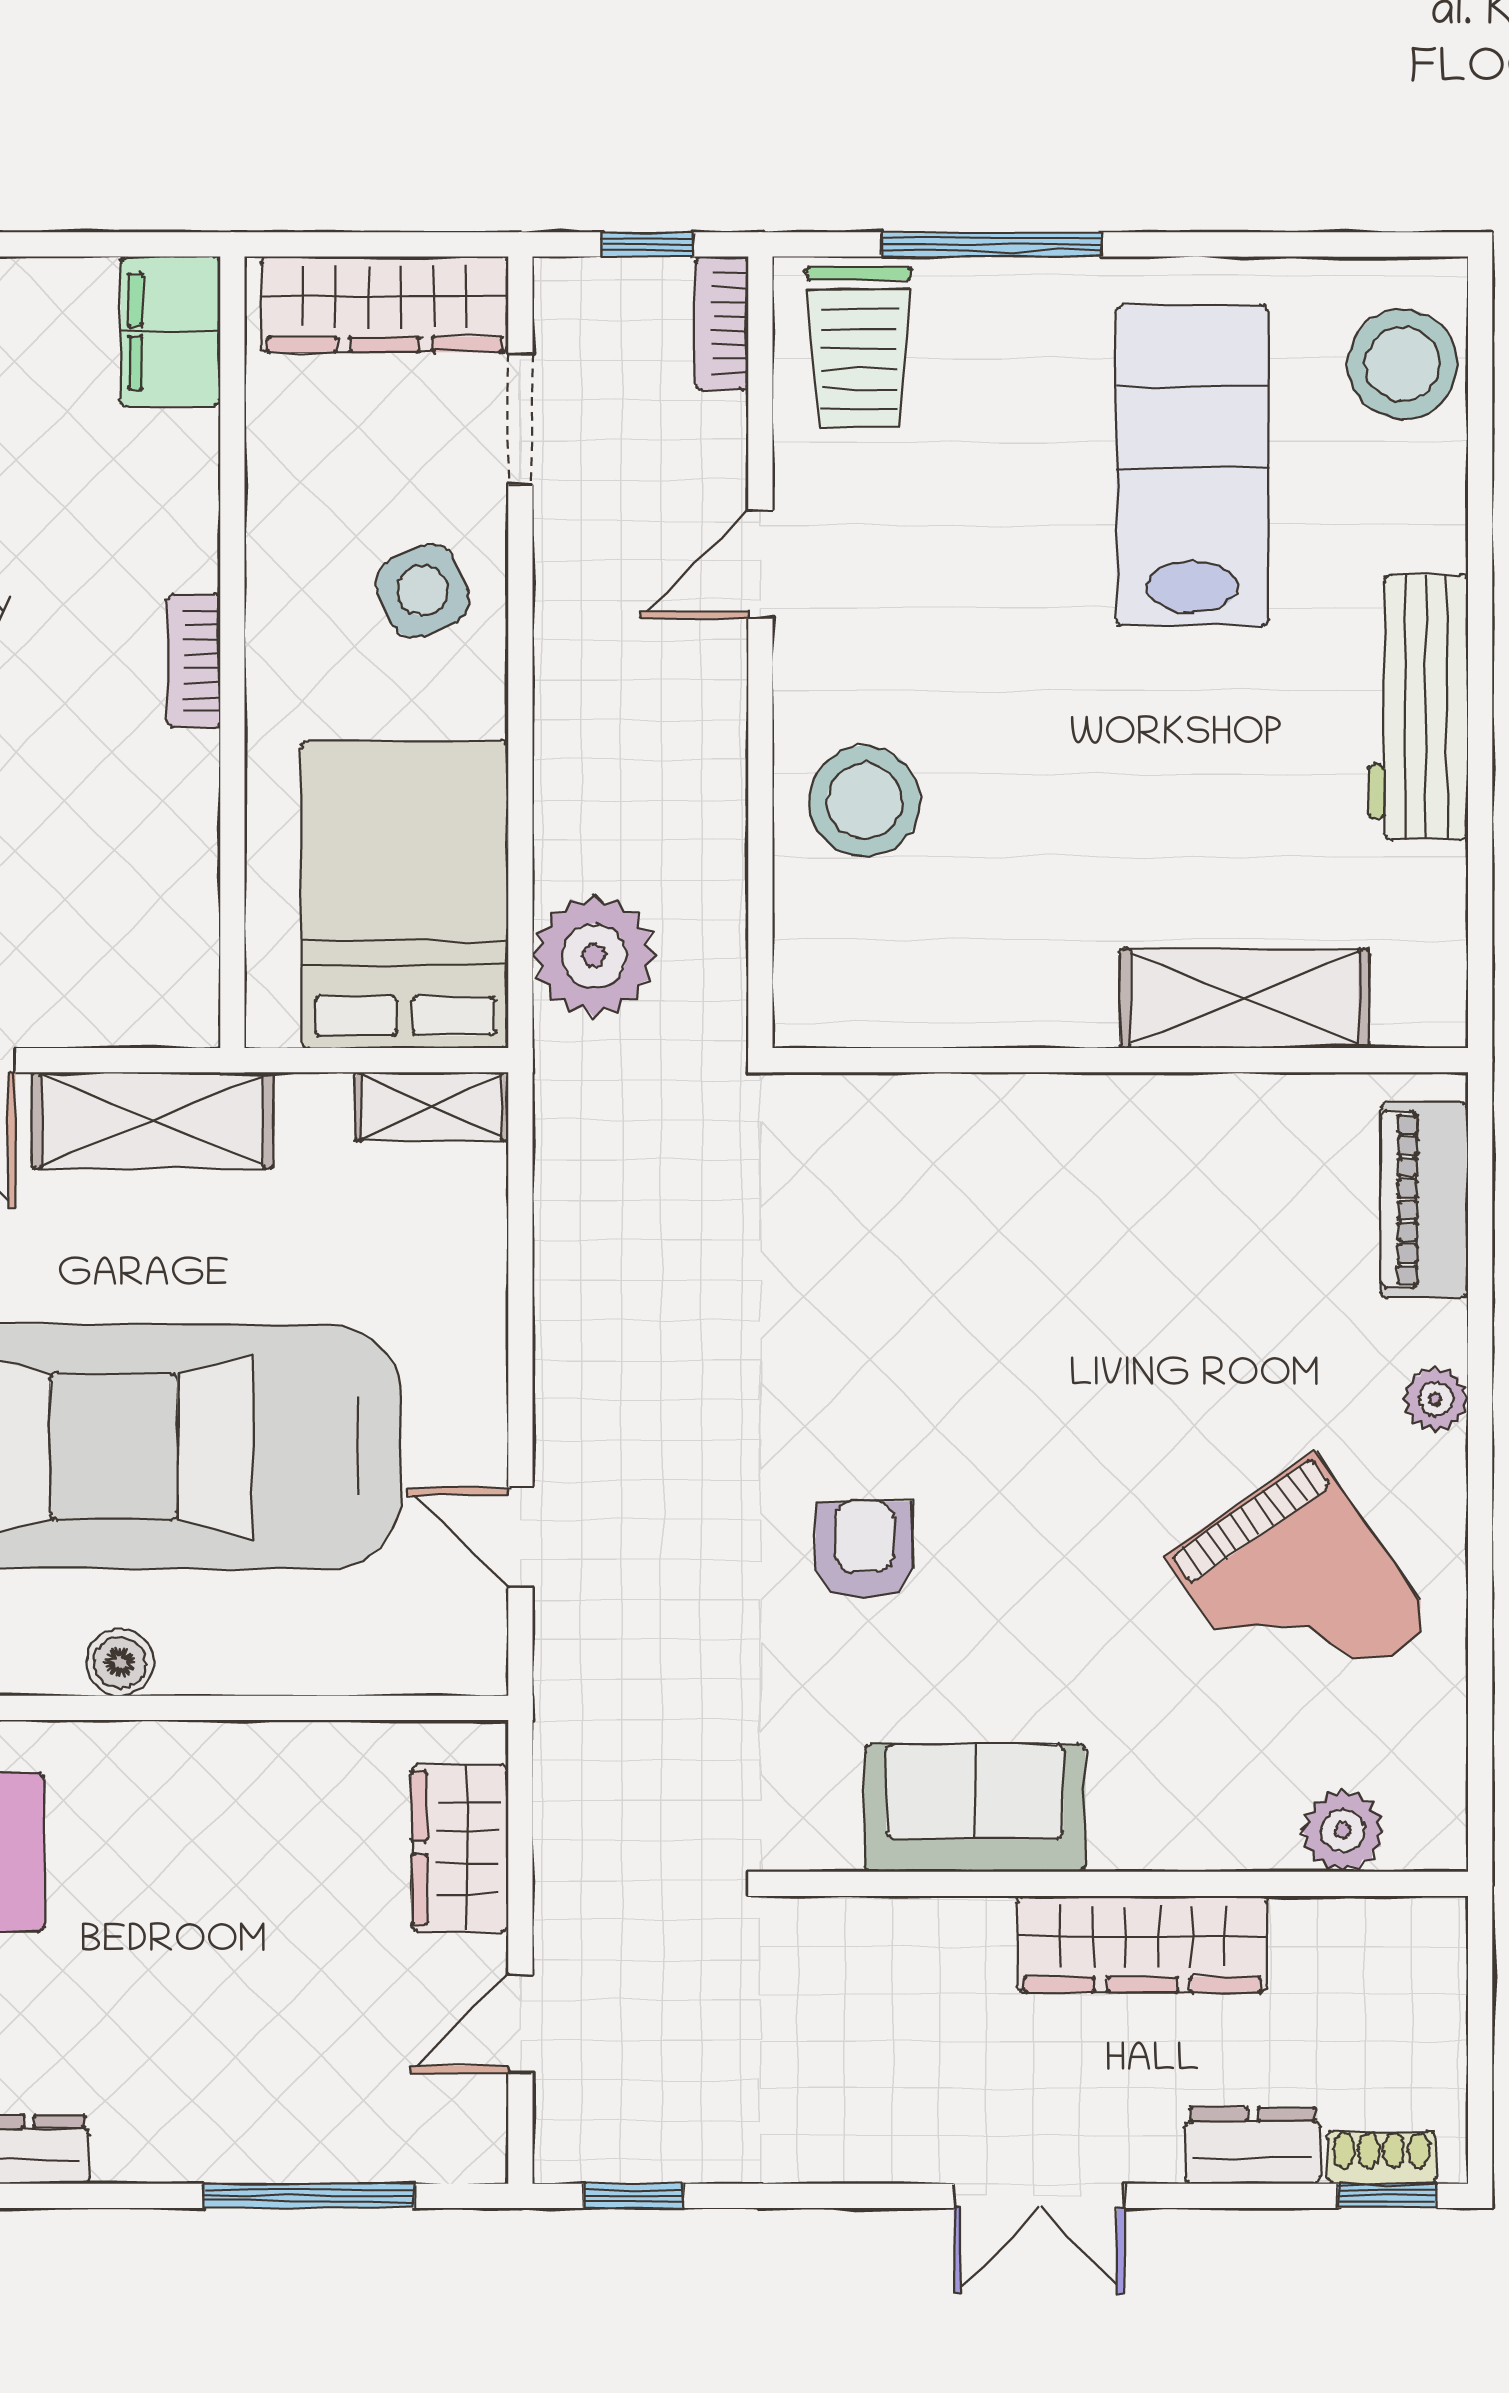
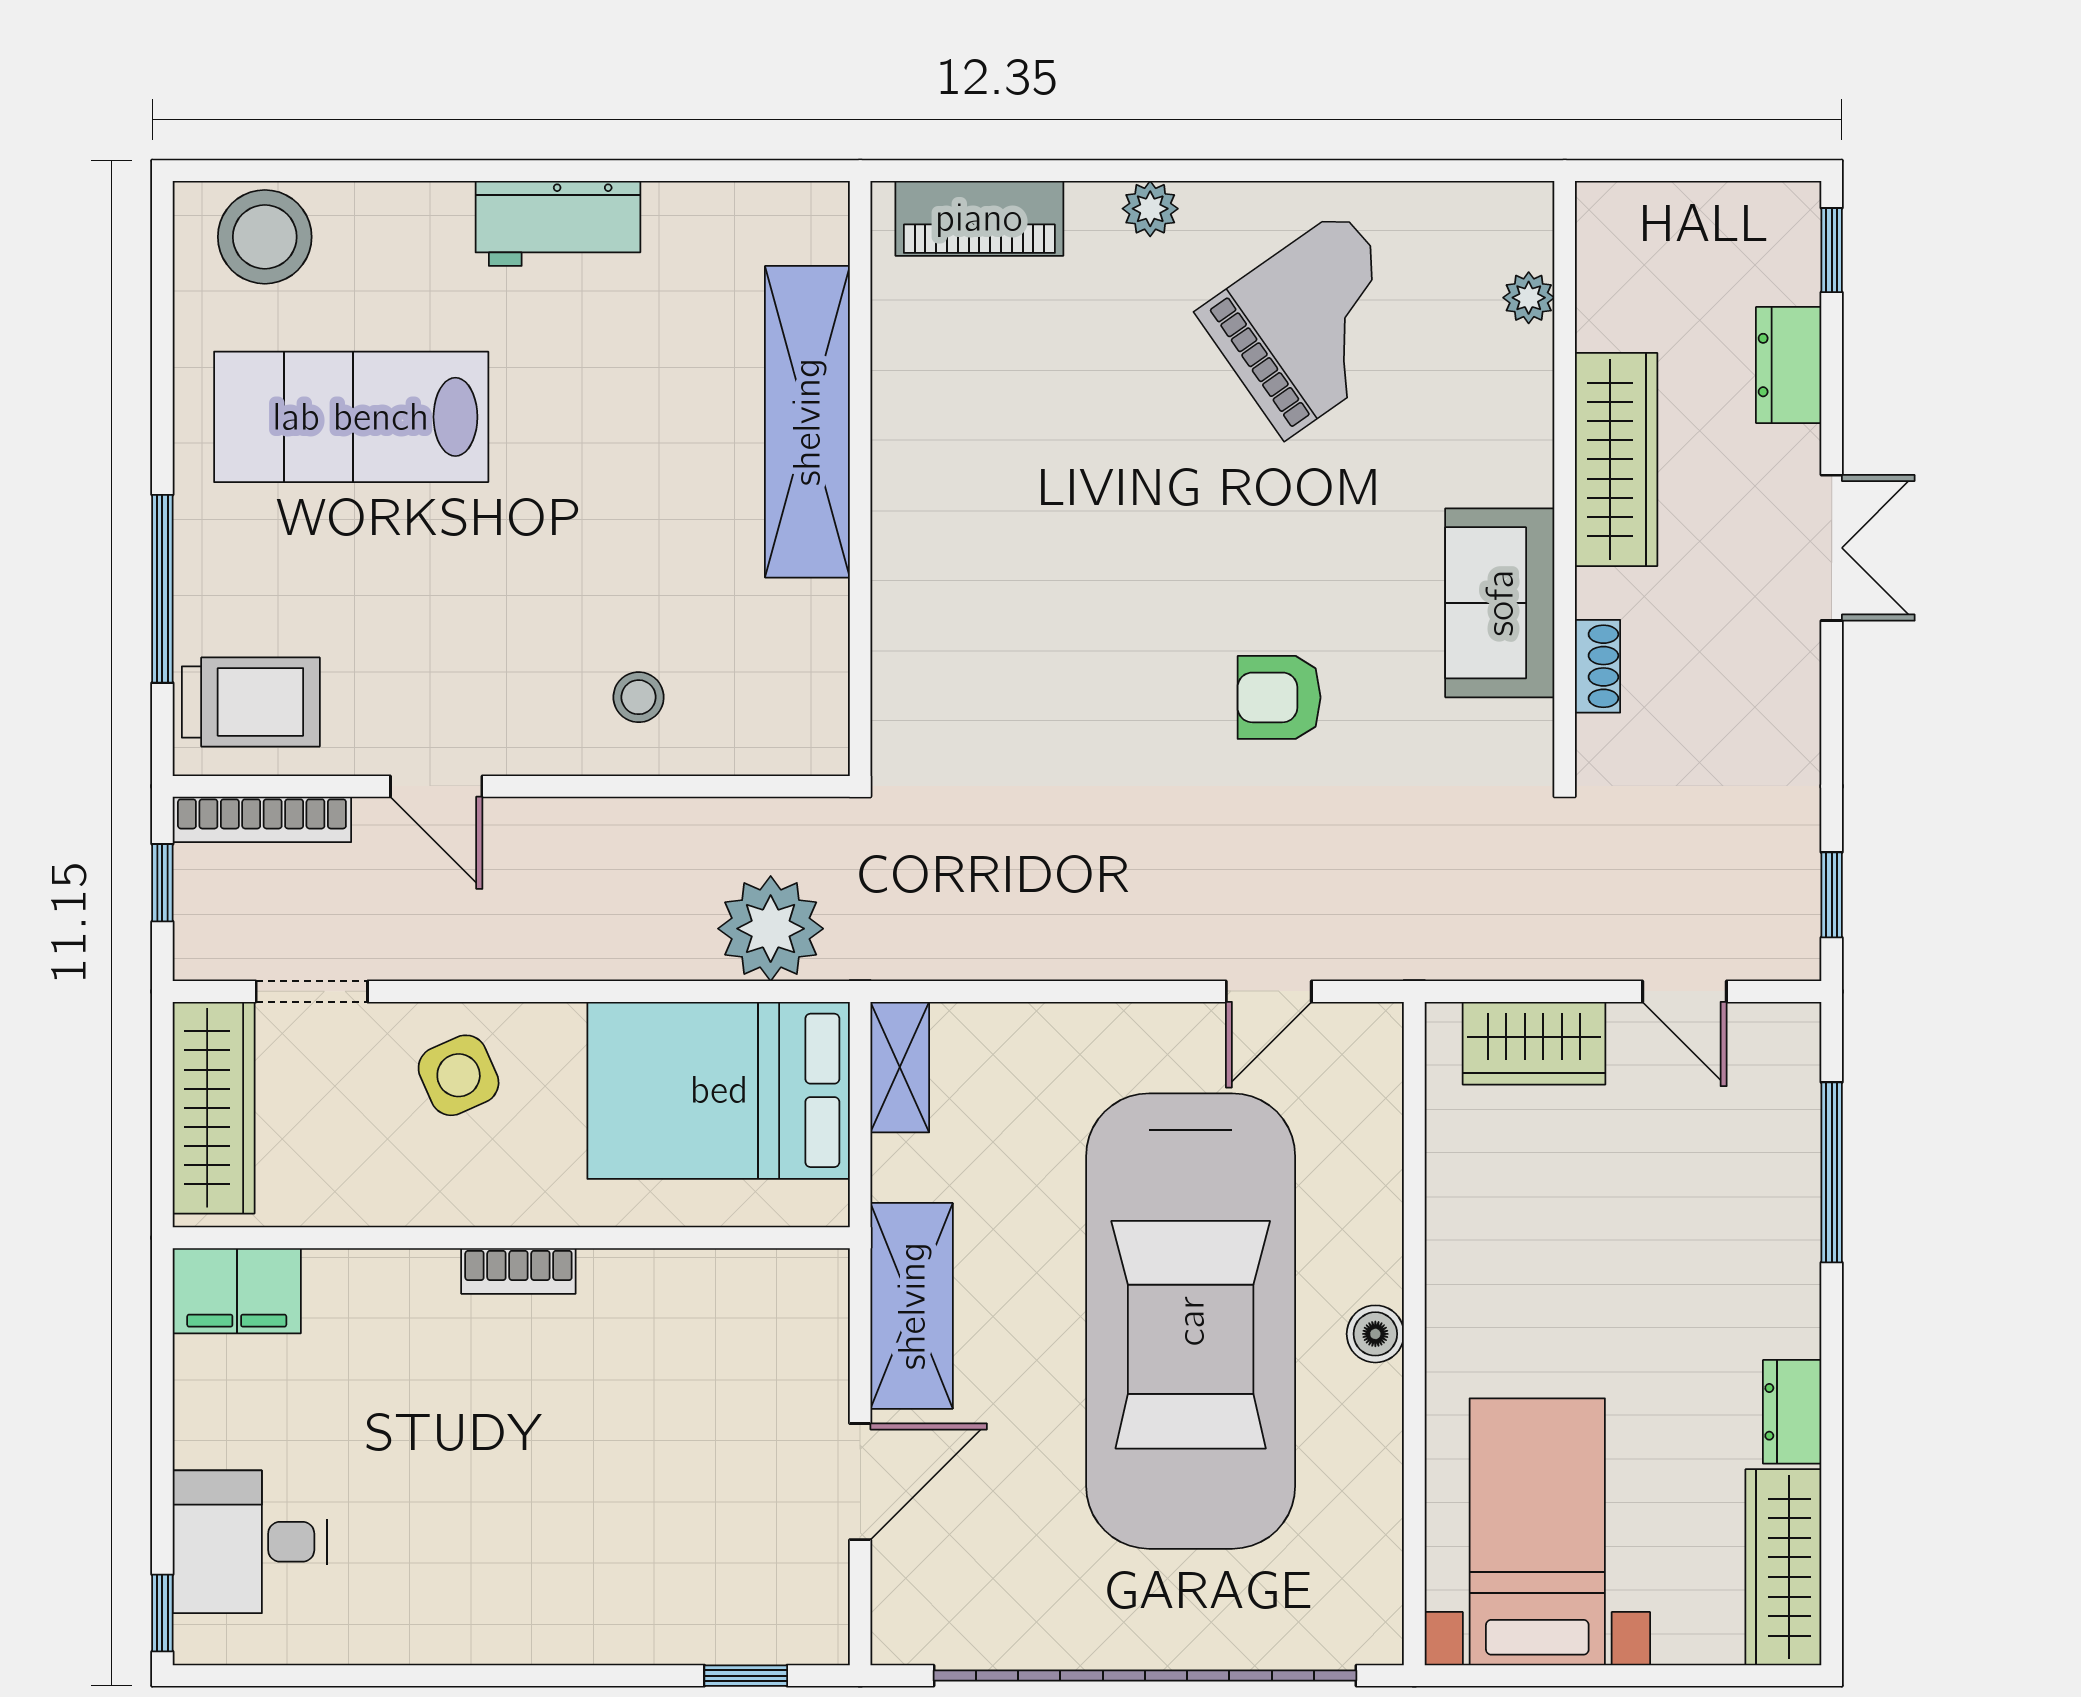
bookcase: (722, 323) -> (262, 819), width x1.56
workbench: (1418, 707) -> (558, 223), width x0.73
stool: (864, 801) -> (639, 697), width x0.53, depth x0.53
shelving: (1244, 999) -> (807, 422), width x1.47
plant: (1343, 1831) -> (1529, 298), width x0.73, depth x0.73
shoe rack: (1381, 2157) -> (1598, 666), moved, turned 180

